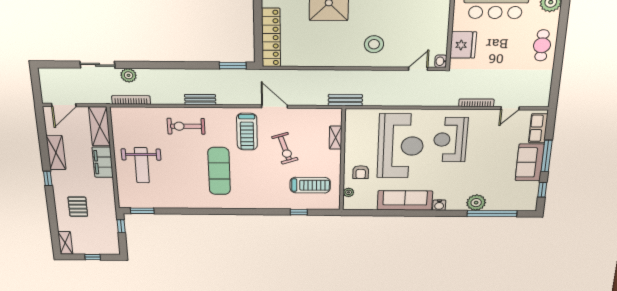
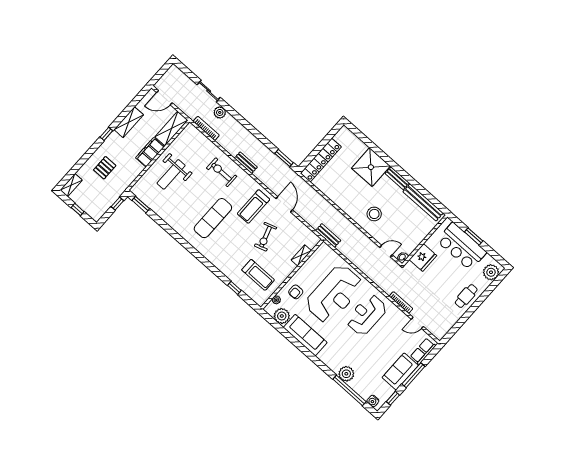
plant: (367, 202) -> (282, 316), added
water cooler: (439, 205) -> (373, 401), moved

